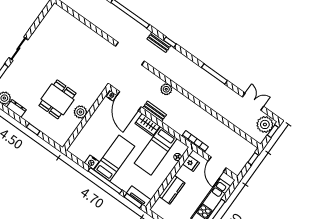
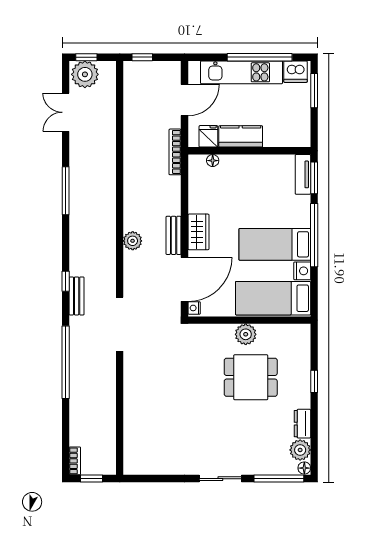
bed: (156, 151) -> (273, 298), moved, turned 180
kitchen counter: (172, 190) -> (241, 136), moved

